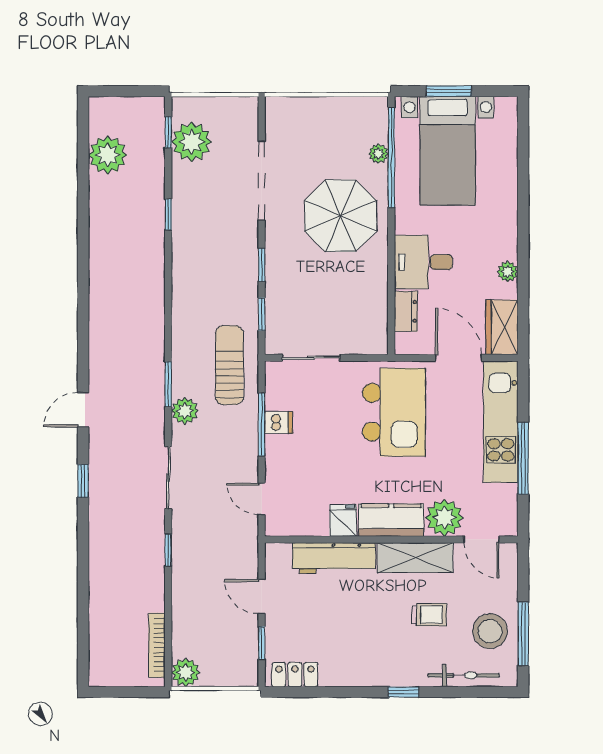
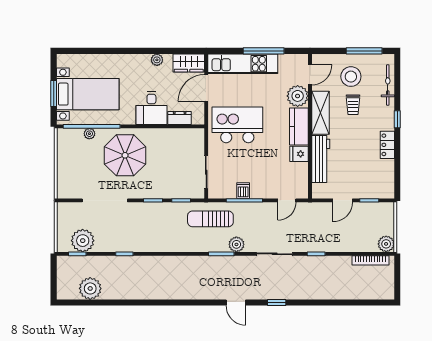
trolley: (429, 615) -> (353, 105), turned 180
stool: (490, 631) -> (351, 77), moved
locker: (295, 675) -> (387, 145), moved

